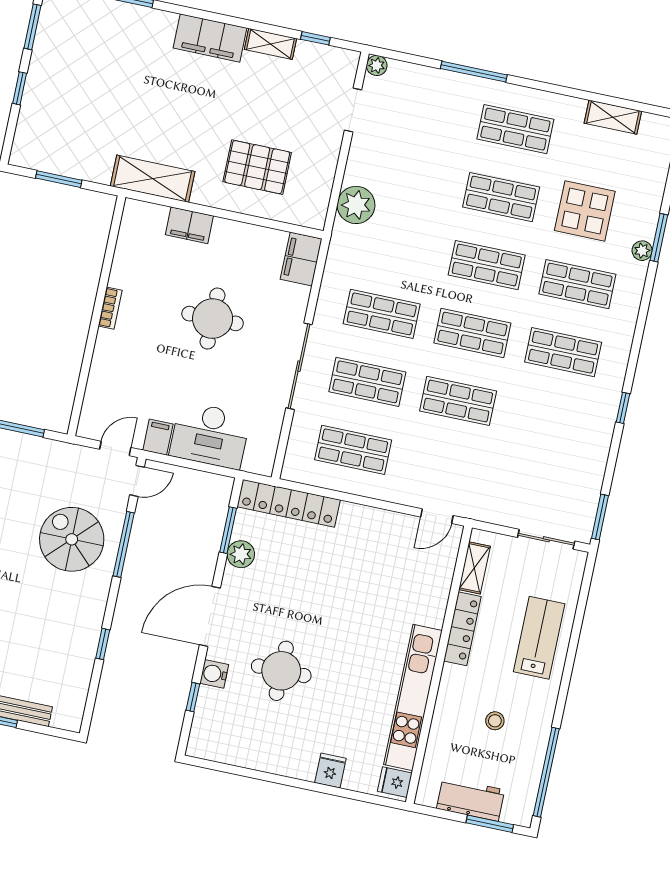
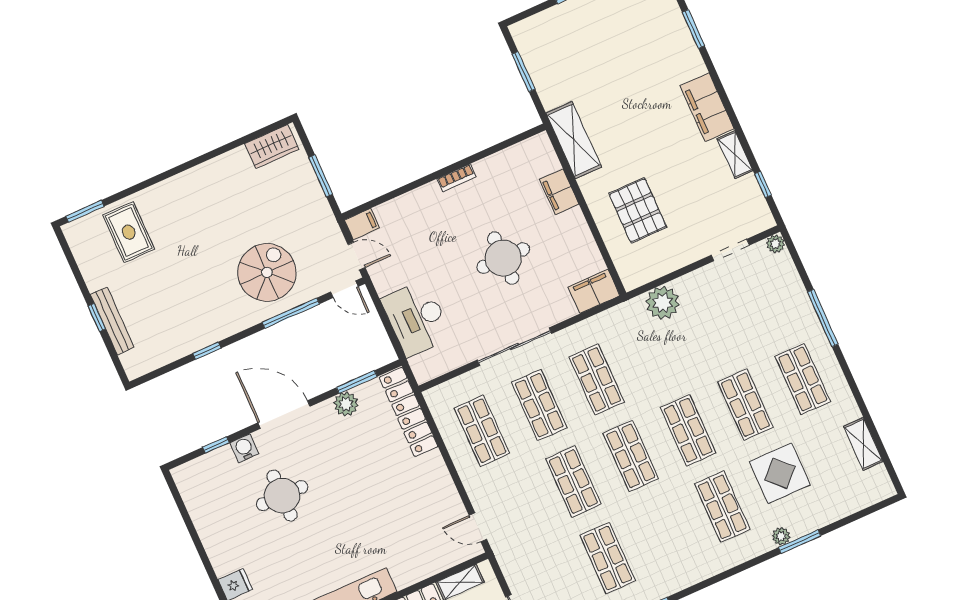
shop shelf: (563, 352) -> (608, 558), moved
filing cabinet: (158, 437) -> (362, 224), moved

